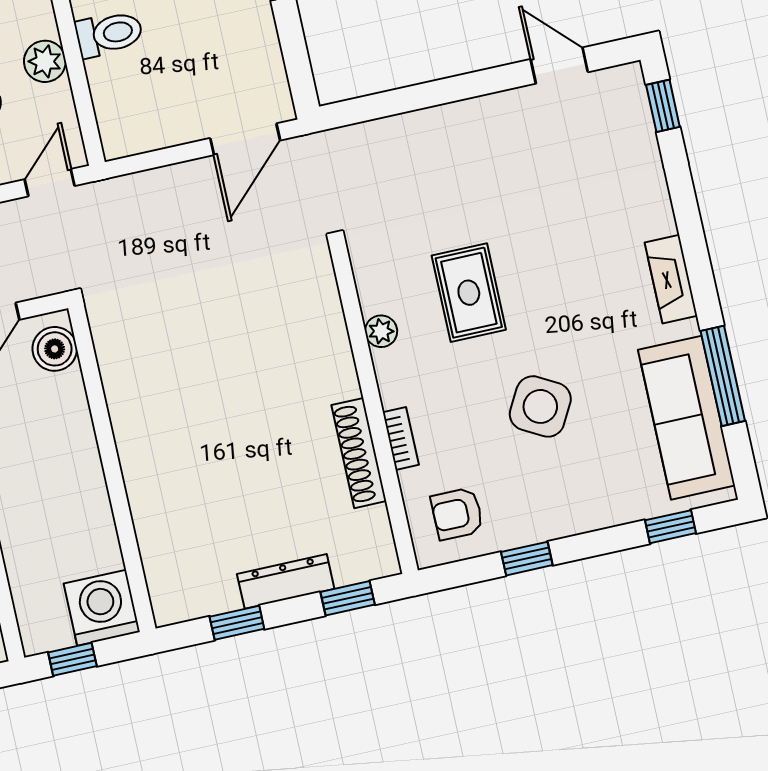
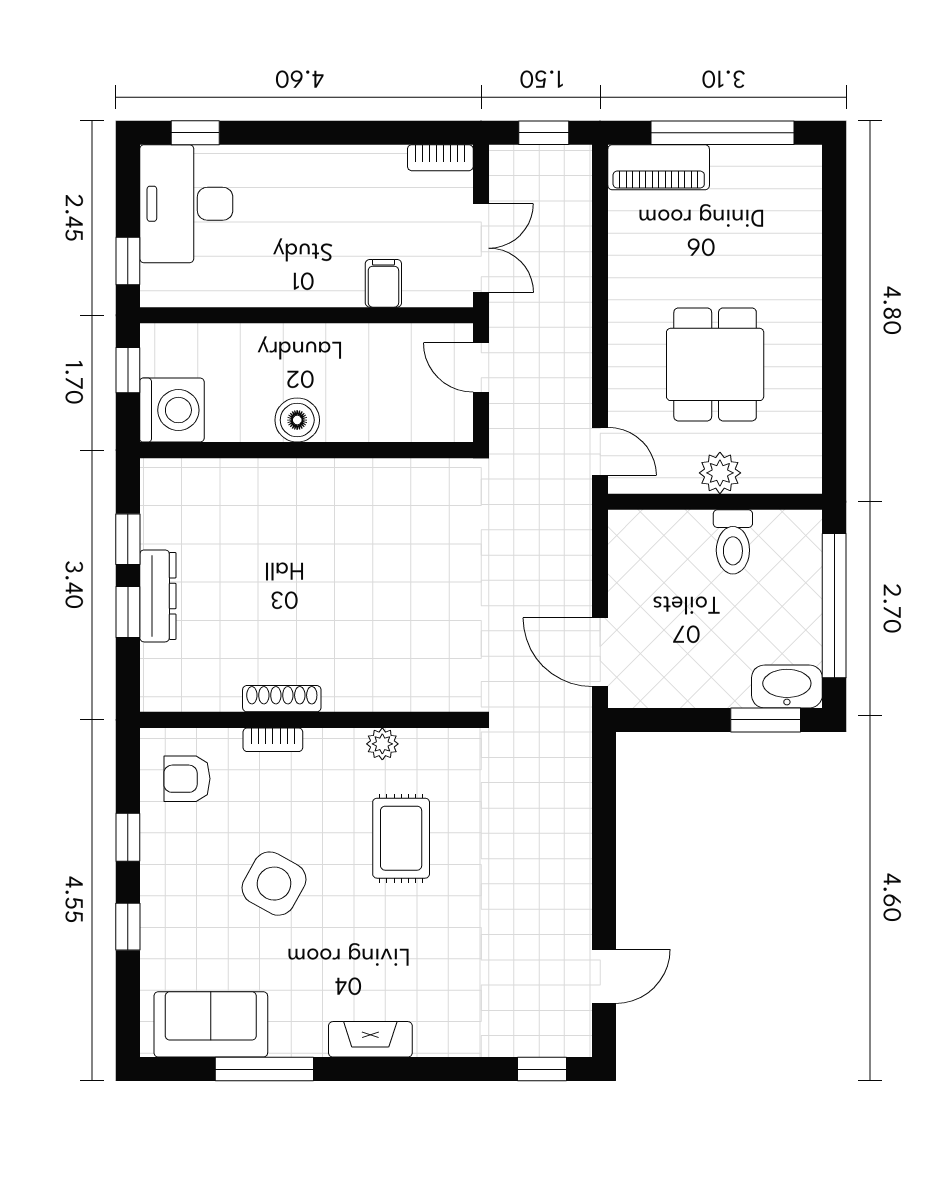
rug: (469, 293) -> (401, 838), turned 90
boiler: (55, 349) -> (297, 420), moved
sofa: (686, 418) -> (211, 1024), width x0.73
shoe rack: (359, 453) -> (282, 699), width x0.74, depth x0.81
armchair: (457, 514) -> (187, 779), turned -90
window: (670, 527) -> (128, 927), moved
window: (348, 598) -> (128, 612), moved

